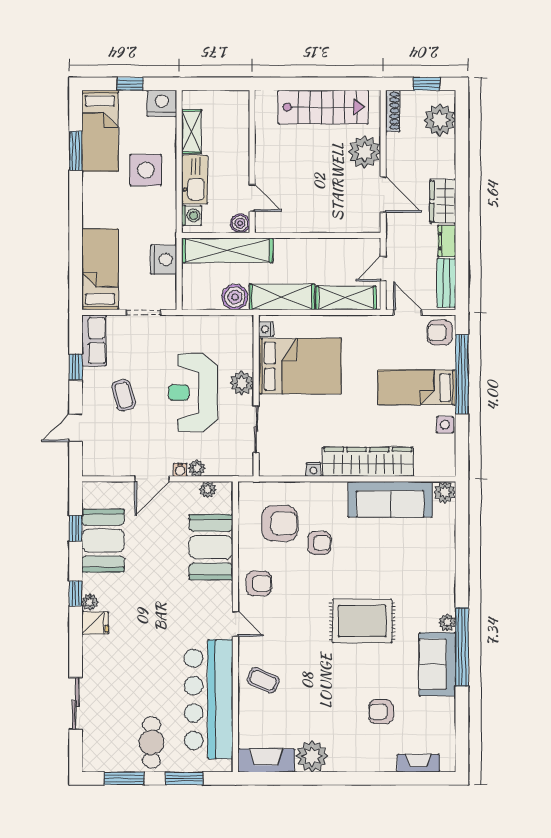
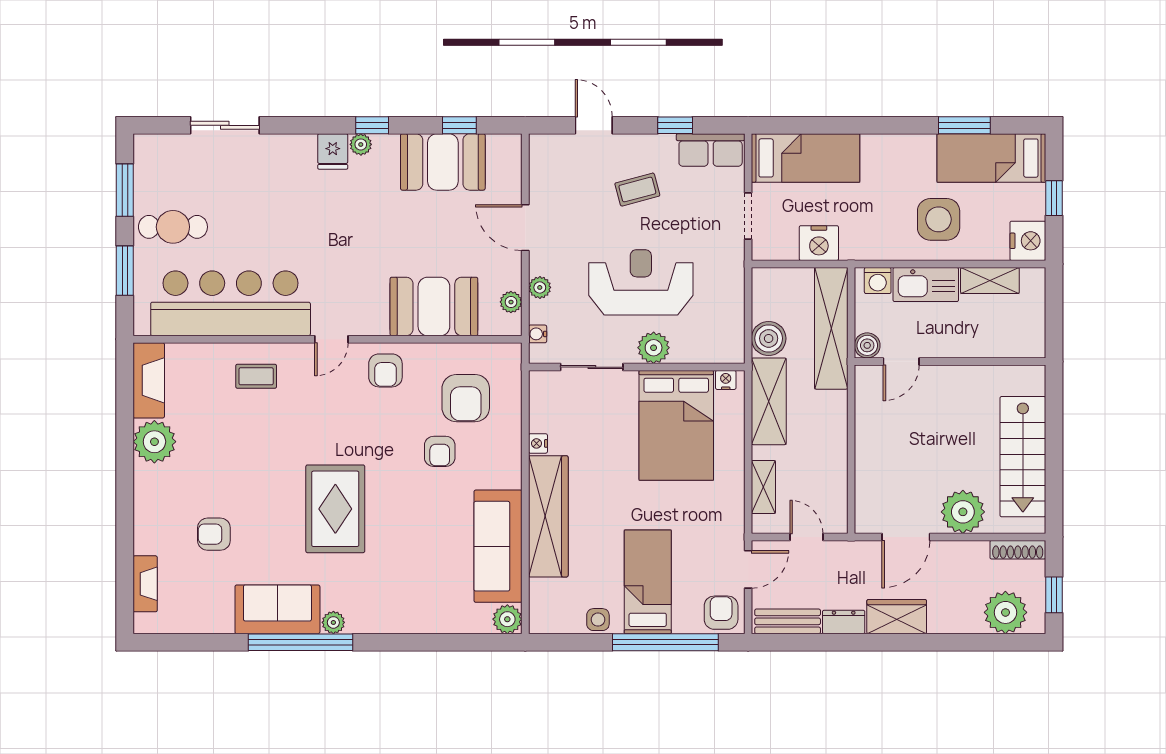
shelving: (346, 298) -> (763, 487), width x0.67, depth x0.75
water cooler: (180, 470) -> (538, 334), moved
coffee table: (263, 680) -> (256, 376), turned 66
armchair: (381, 712) -> (214, 534), turned -90

